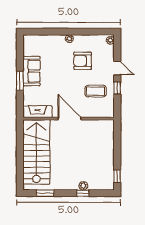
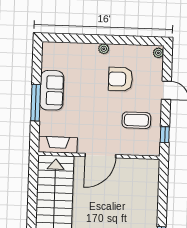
window: (20, 81) -> (36, 103), width x1.44
window: (117, 88) -> (165, 135), moved
door: (70, 119) -> (100, 156), swing flipped

